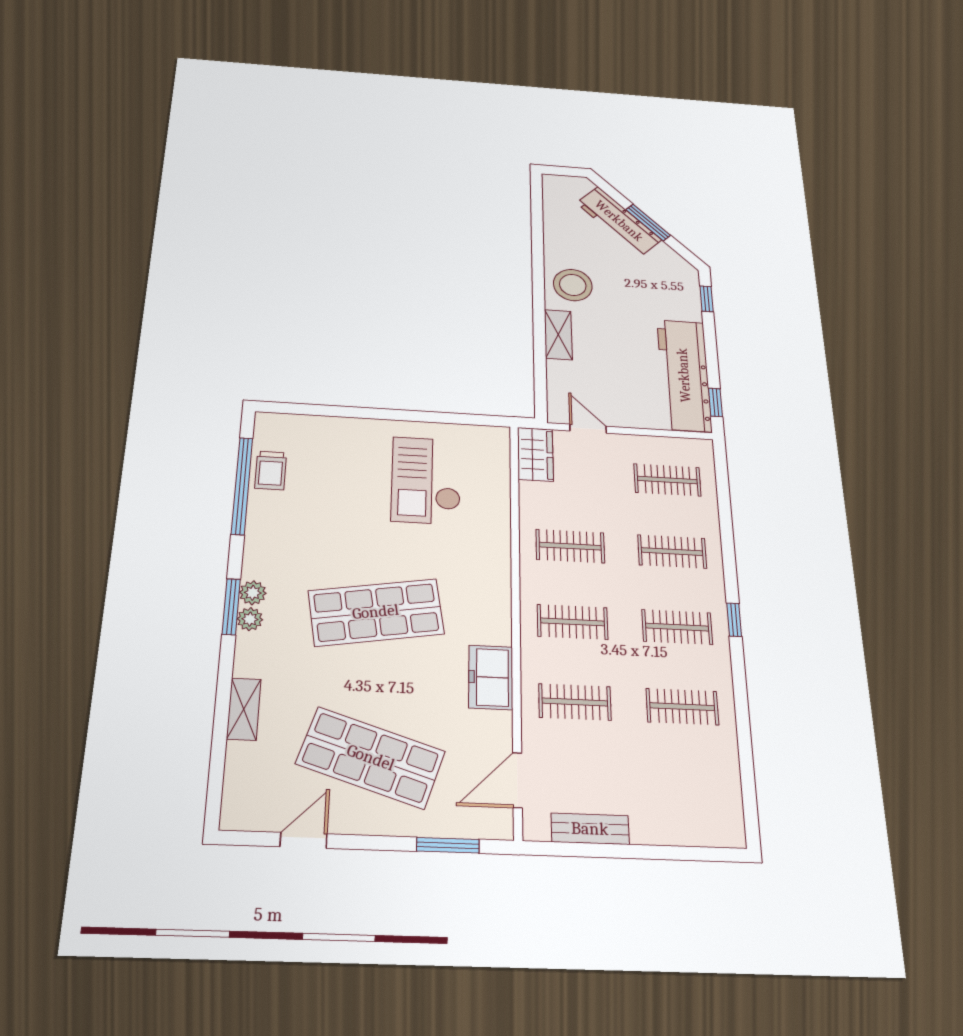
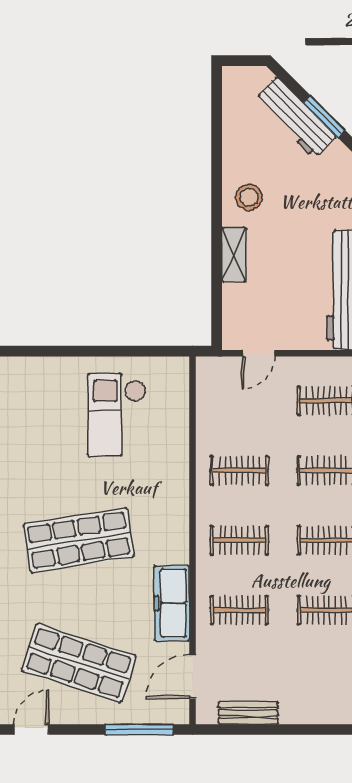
stool: (573, 285) -> (249, 197), width x0.73, depth x0.73
door: (588, 429) -> (258, 353), swing flipped
wardrobe: (535, 454) -> (211, 383), removed
freezer: (491, 677) -> (172, 603), width x1.40
window: (448, 845) -> (139, 730), width x1.44

